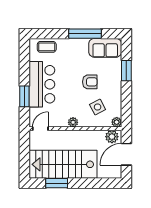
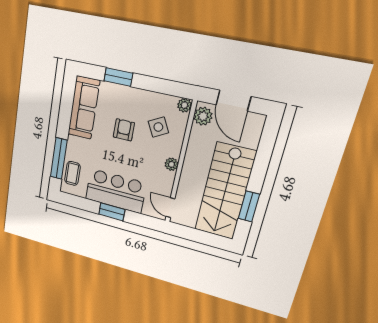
window: (85, 34) -> (59, 159), moved
sofa: (105, 48) -> (84, 108), width x1.36
window: (24, 96) -> (112, 212), moved

